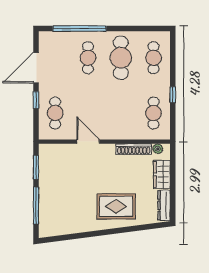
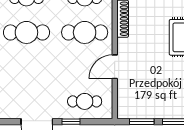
cafe table: (88, 58) -> (85, 32), moved, width x1.37, depth x1.35

